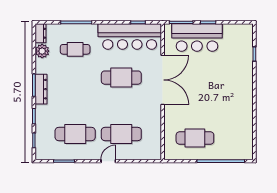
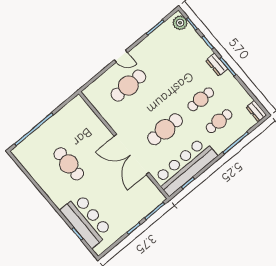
bar counter: (197, 37) -> (86, 221), moved, turned 90
plant: (42, 51) -> (180, 23), moved
dresser: (41, 89) -> (217, 65), width x0.70
cafe table: (75, 134) -> (201, 99), moved, width x0.73, depth x0.74
cafe table: (195, 138) -> (69, 164), moved, turned 90
door: (108, 161) -> (121, 56), hinge flipped

